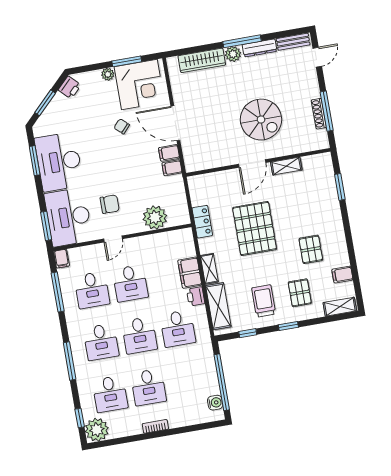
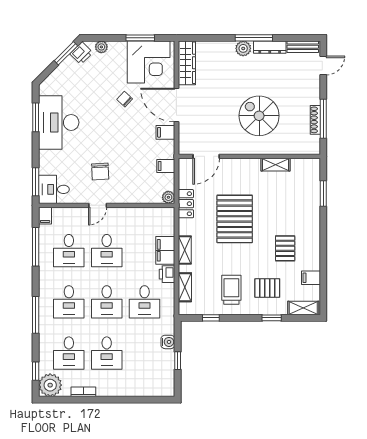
wardrobe: (202, 60) -> (187, 63), moved, turned -90
plant: (108, 74) -> (101, 47), moved
window: (45, 103) -> (66, 53), moved
spiral stairs: (261, 120) -> (259, 116), turned 180
door: (252, 163) -> (206, 156), moved
filing cabinet: (172, 168) -> (166, 166), moved
chair: (110, 204) -> (100, 172), turned 87
desk: (68, 217) -> (54, 189), width x0.53, depth x0.77
plant: (155, 217) -> (168, 197), moved, width x0.53, depth x0.53
pallet: (300, 293) -> (267, 288), turned 90
shelving: (218, 306) -> (185, 287), width x0.67, depth x0.75
window: (288, 326) -> (272, 318), moved
window: (222, 382) -> (178, 361), width x0.32
water cooler: (215, 403) -> (168, 342), moved
bookcase: (155, 426) -> (83, 392), moved

